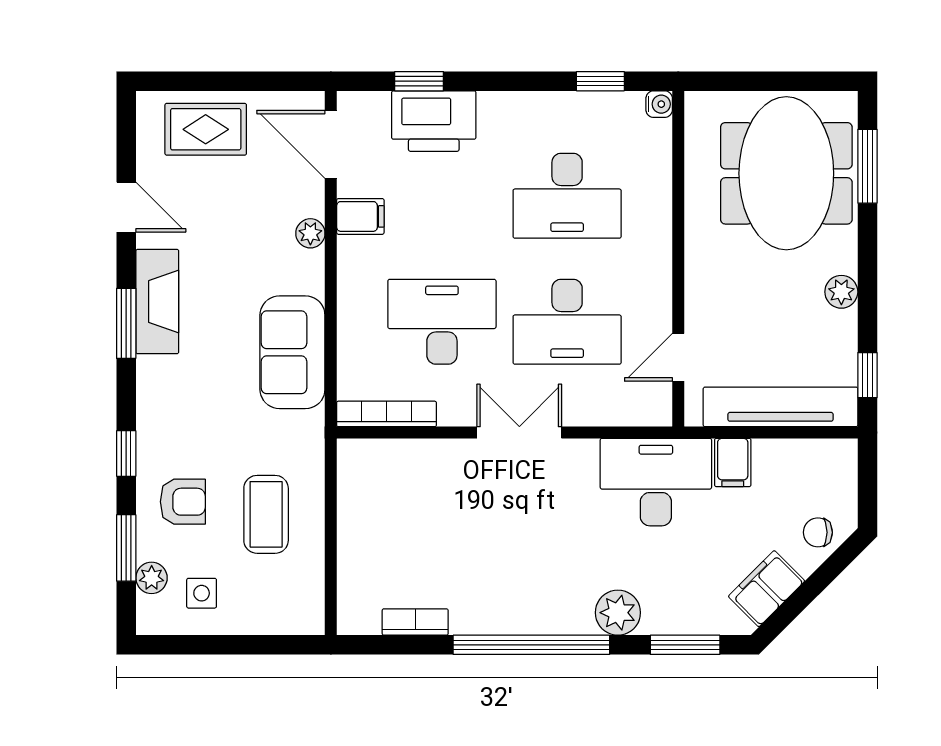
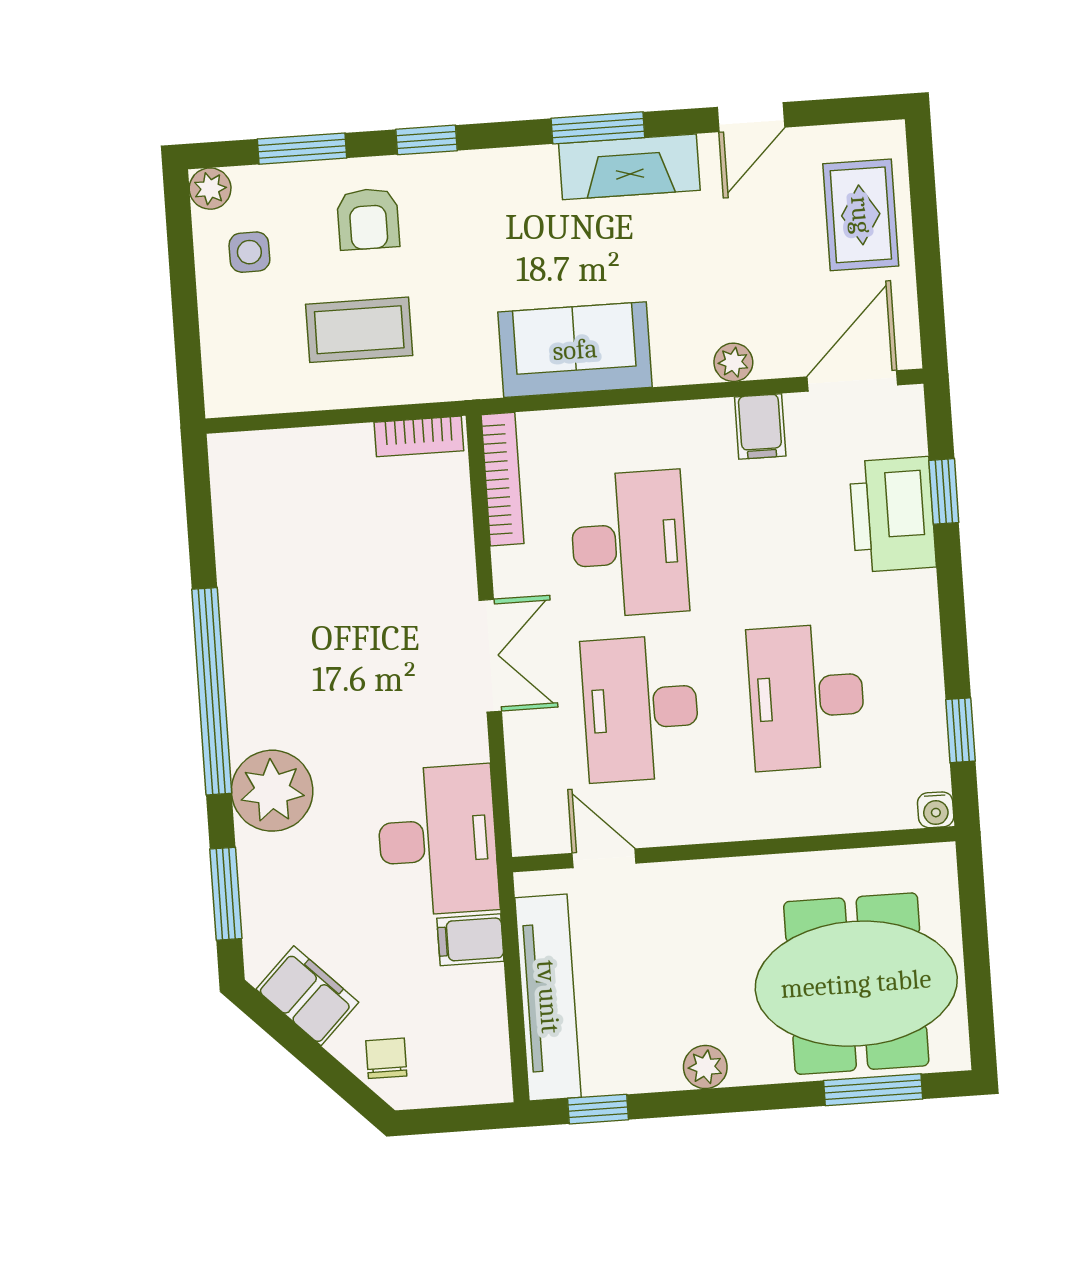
plant: (152, 578) -> (210, 189), moved
plant: (618, 613) -> (272, 791), width x1.36, depth x1.36
bookcase: (415, 622) -> (419, 436), moved, turned 90

